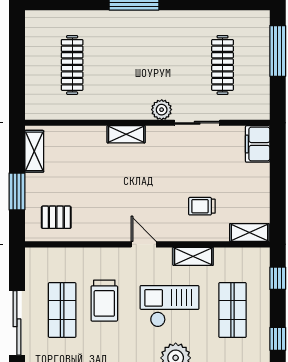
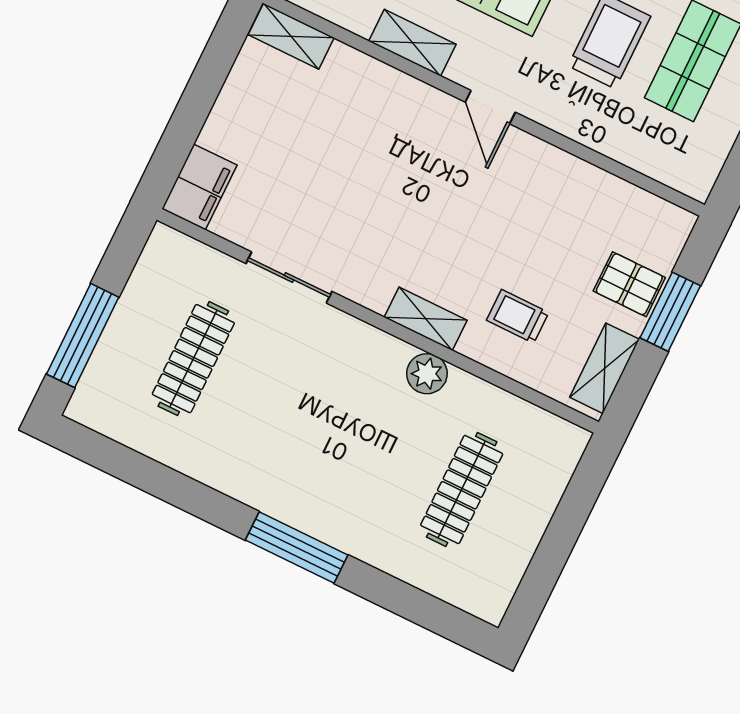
plant: (162, 110) -> (427, 374), moved
trolley: (202, 206) -> (518, 316), moved, turned 180
pallet: (56, 217) -> (629, 284), moved

